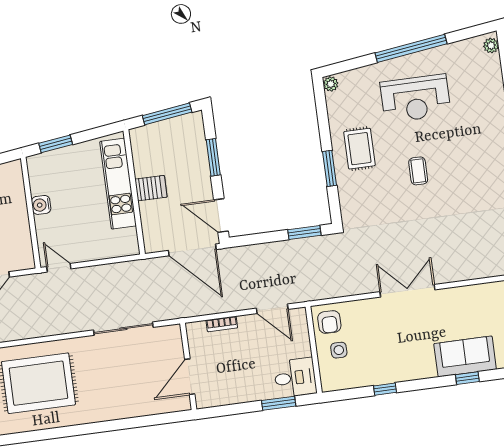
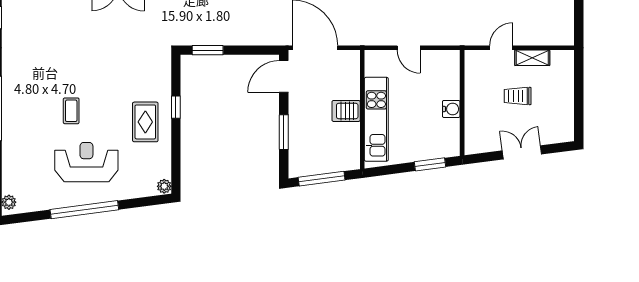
window: (330, 168) -> (176, 107), width x0.67
coffee table: (418, 171) -> (71, 111), moved
door: (221, 216) -> (284, 76), swing flipped
door: (59, 268) -> (409, 48), moved

